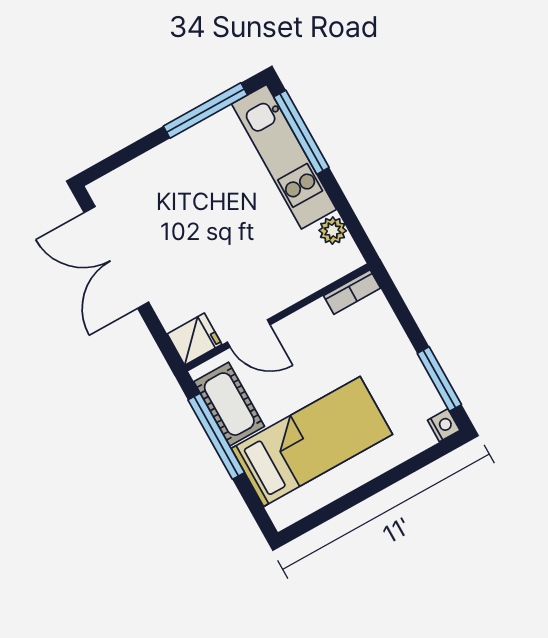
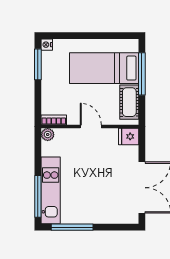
plant: (333, 231) -> (48, 135), moved
door: (249, 333) -> (91, 126), moved
window: (216, 436) -> (142, 74), moved

